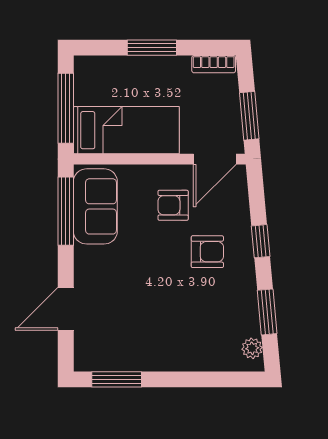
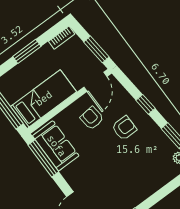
armchair: (173, 205) -> (92, 118), turned 84

